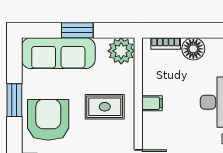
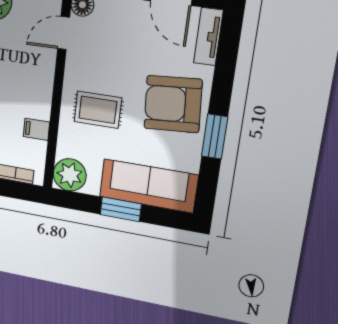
filing cabinet: (152, 103) -> (36, 129), moved
armchair: (48, 120) -> (173, 104), turned 86

